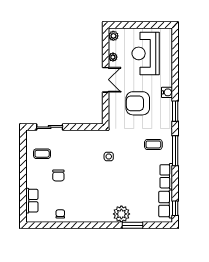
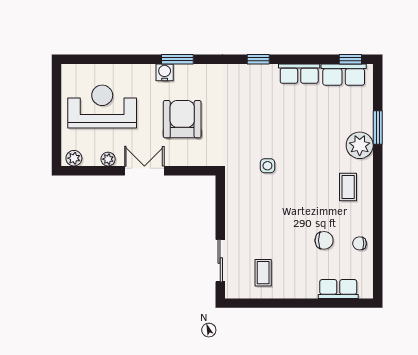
reception desk: (146, 53) -> (102, 107), turned 180
armchair: (138, 103) -> (182, 119), turned 180
window: (175, 111) -> (177, 59), moved
coffee table: (153, 144) -> (348, 187), moved
window: (175, 151) -> (258, 59), width x0.46
chair: (58, 175) -> (324, 240), moved

